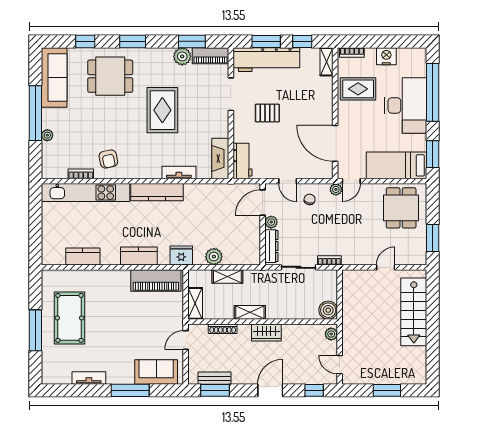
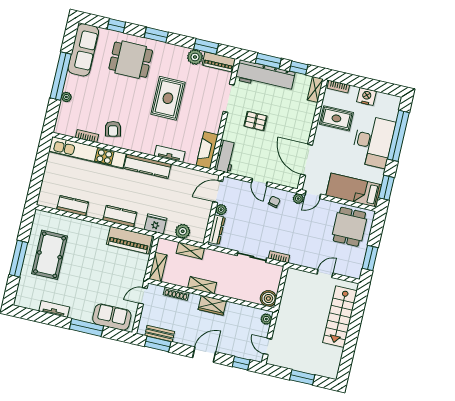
door: (263, 203) -> (218, 192), moved
plant: (271, 222) -> (221, 210), moved
wall: (263, 224) -> (214, 210), moved
dresser: (271, 246) -> (217, 230), moved

